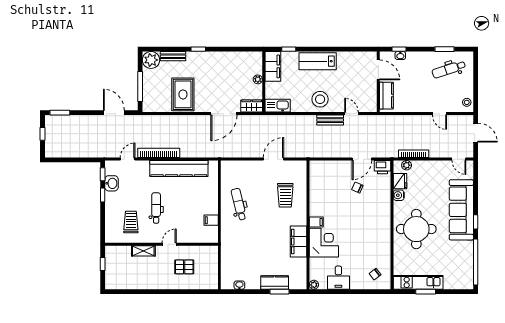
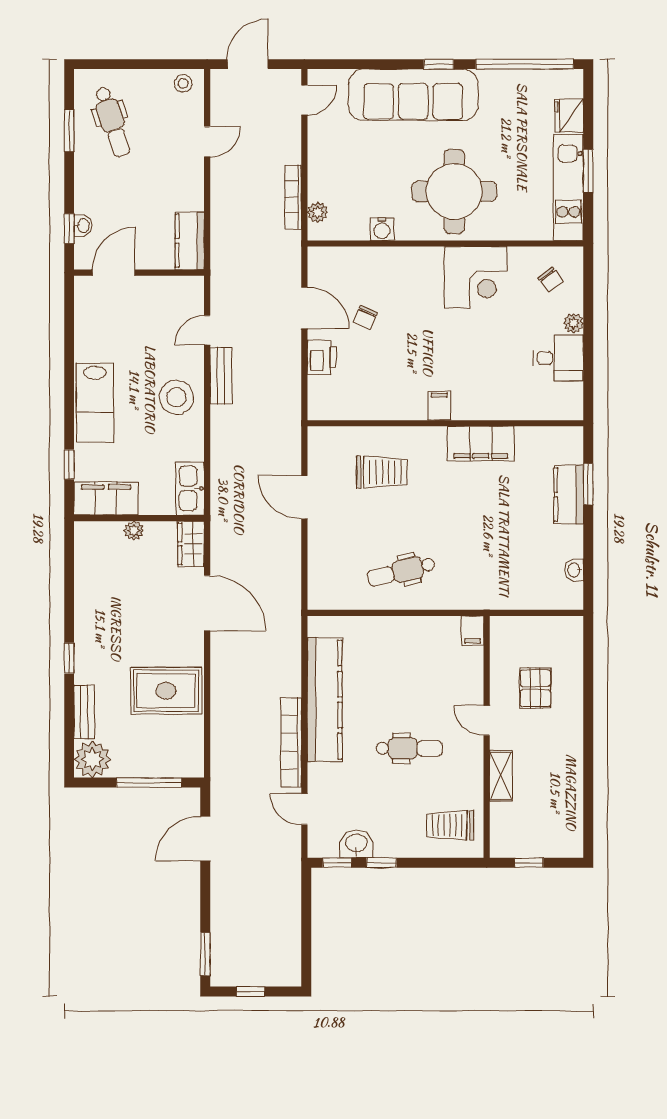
kitchen counter: (386, 96) -> (190, 241), moved, turned -90
printer: (382, 167) -> (322, 357), moved
fridge: (400, 181) -> (569, 116), moved, turned -90
dental chair: (156, 208) -> (409, 748), turned 180
filing cabinet: (211, 220) -> (473, 631), moved
trolley: (131, 222) -> (450, 825), moved
corner desk: (324, 243) -> (476, 277), moved, turned 180
plant: (314, 285) -> (574, 323), moved

